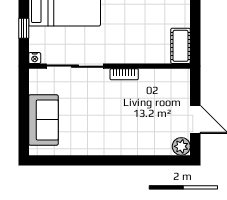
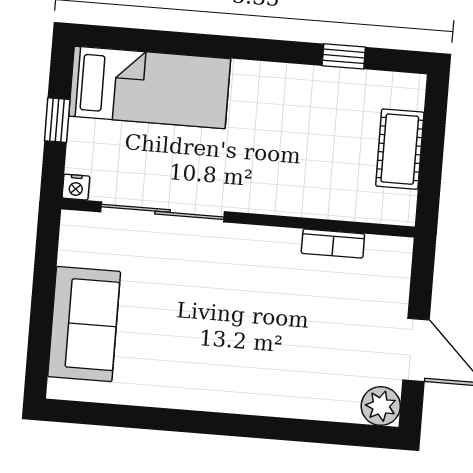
cot: (181, 46) -> (400, 149), moved
bookcase: (124, 74) -> (333, 244), moved

